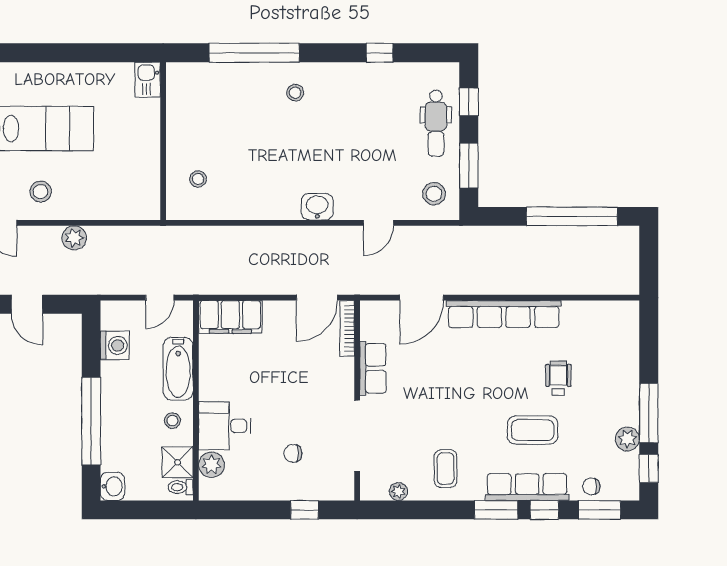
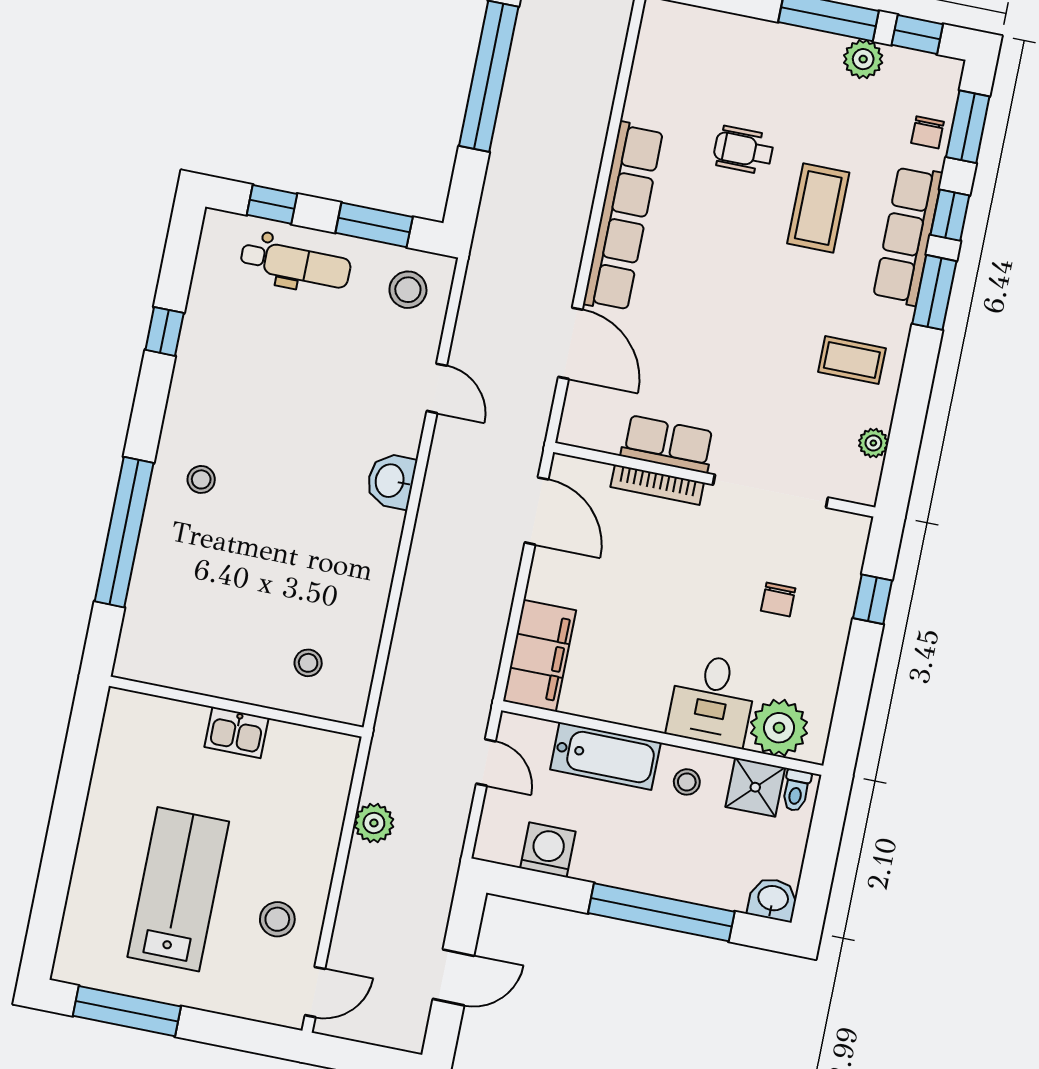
kitchen sink: (148, 80) -> (237, 733), moved
plant: (74, 238) -> (374, 823), moved
bookcase: (347, 328) -> (657, 485), moved
plant: (211, 465) -> (779, 728), width x1.36, depth x1.36

